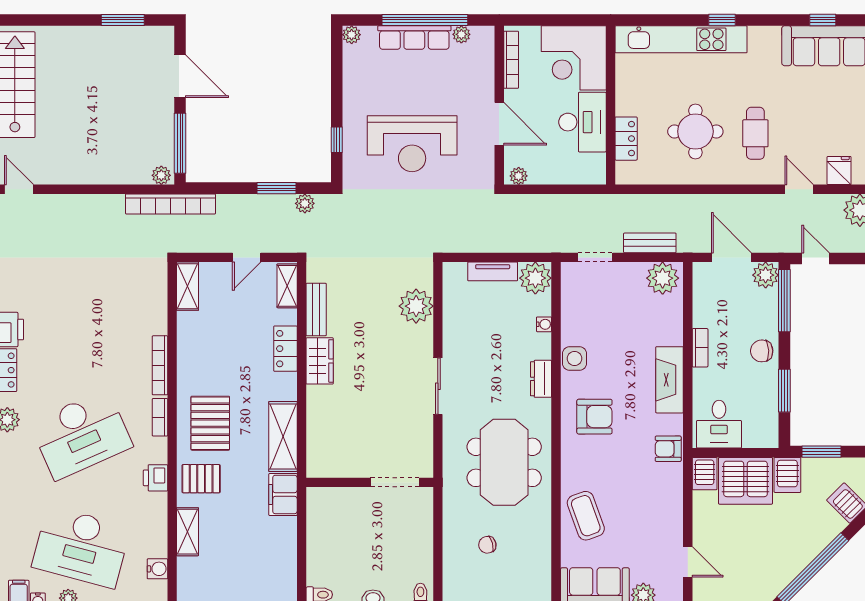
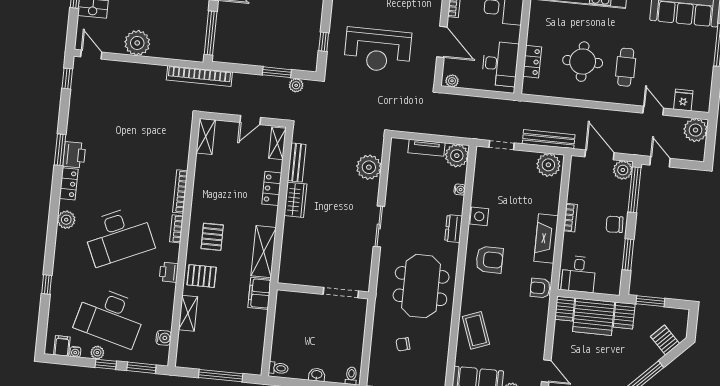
desk: (582, 122) -> (500, 64), moved
plant: (161, 175) -> (137, 43), moved, width x1.88, depth x1.88
bench: (650, 243) -> (549, 139), width x1.36
pallet: (210, 423) -> (212, 237), width x0.67, depth x0.71

